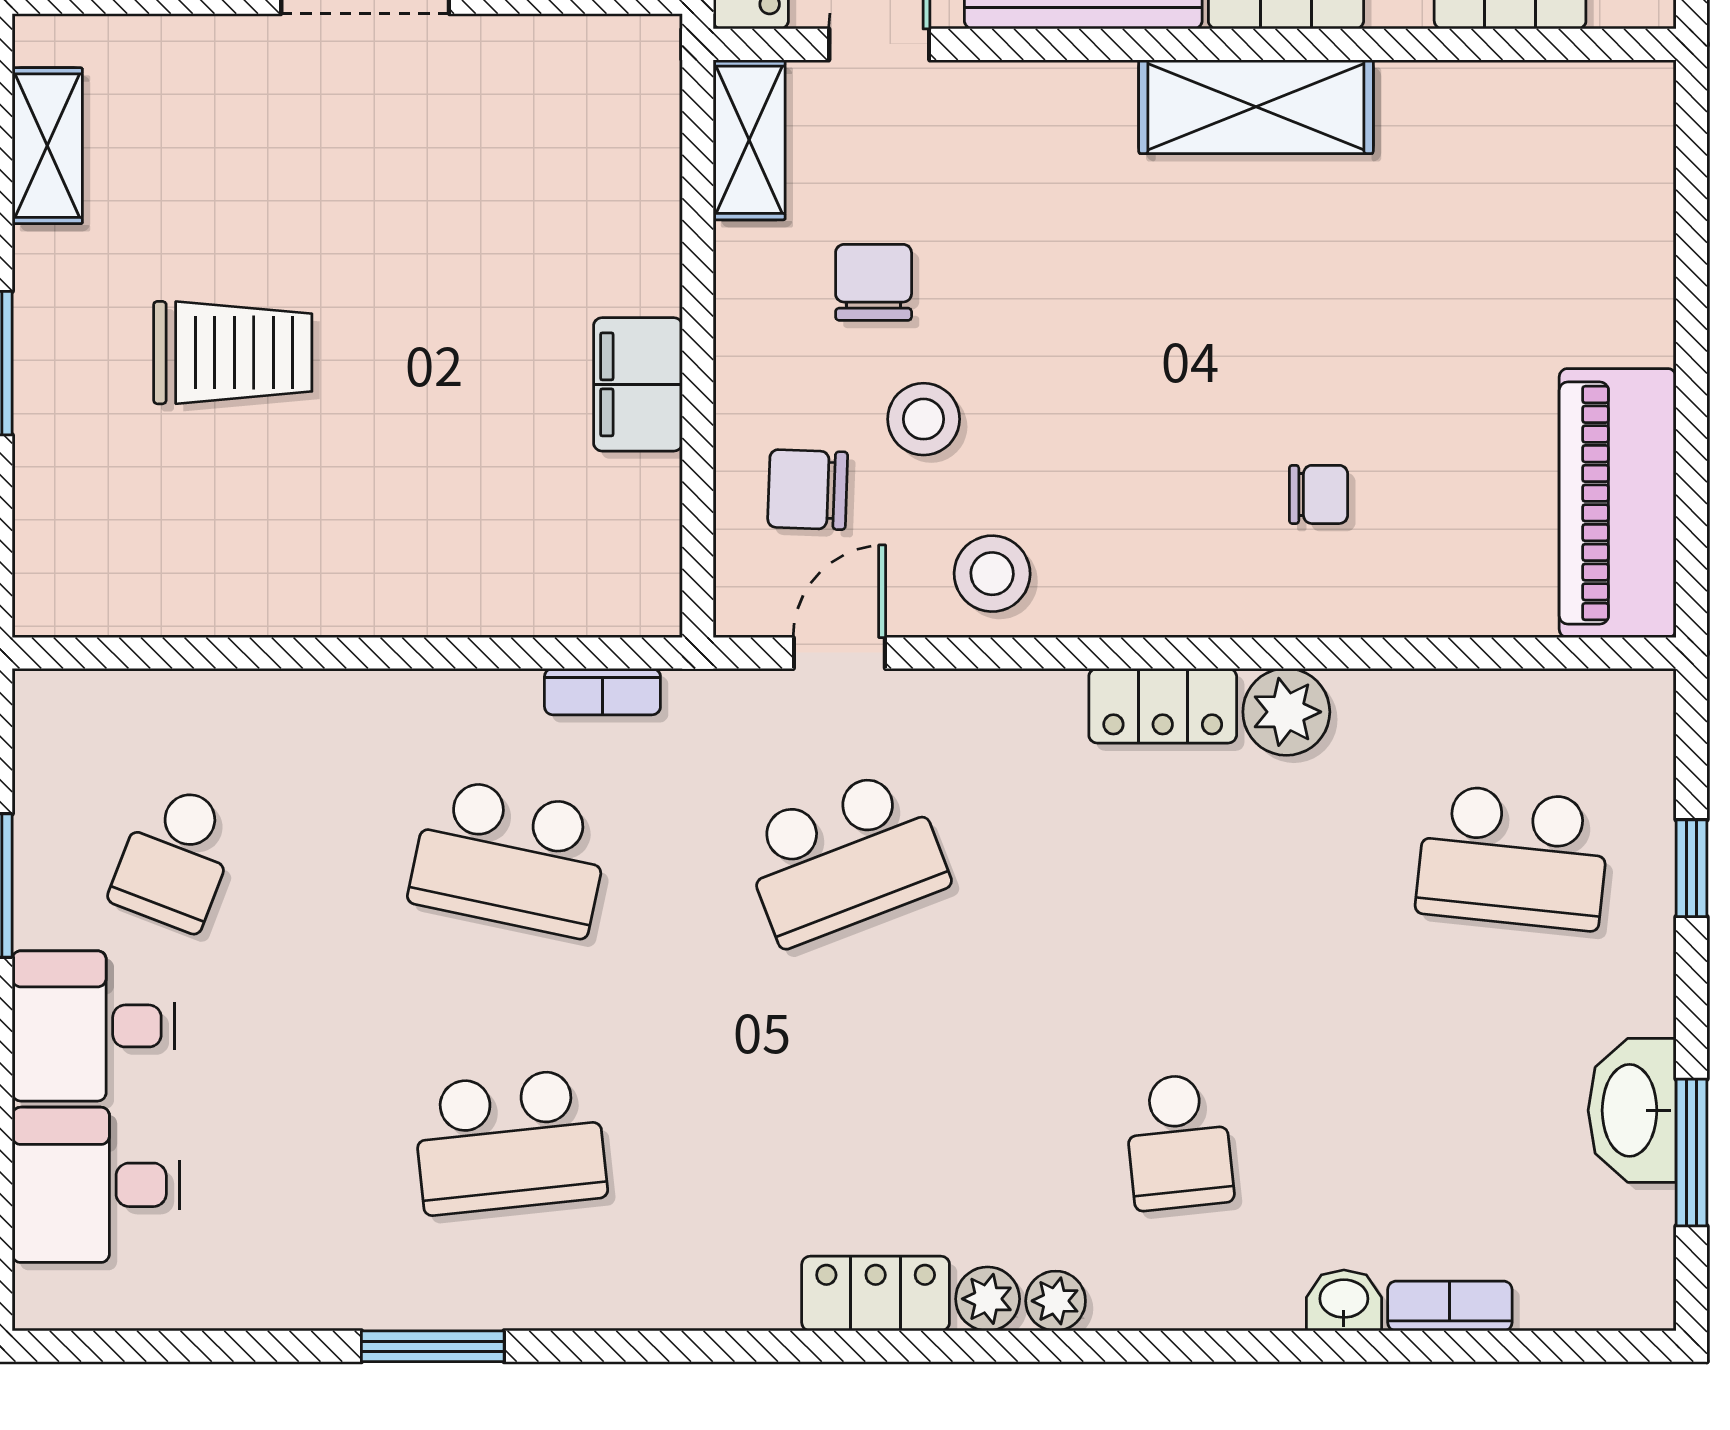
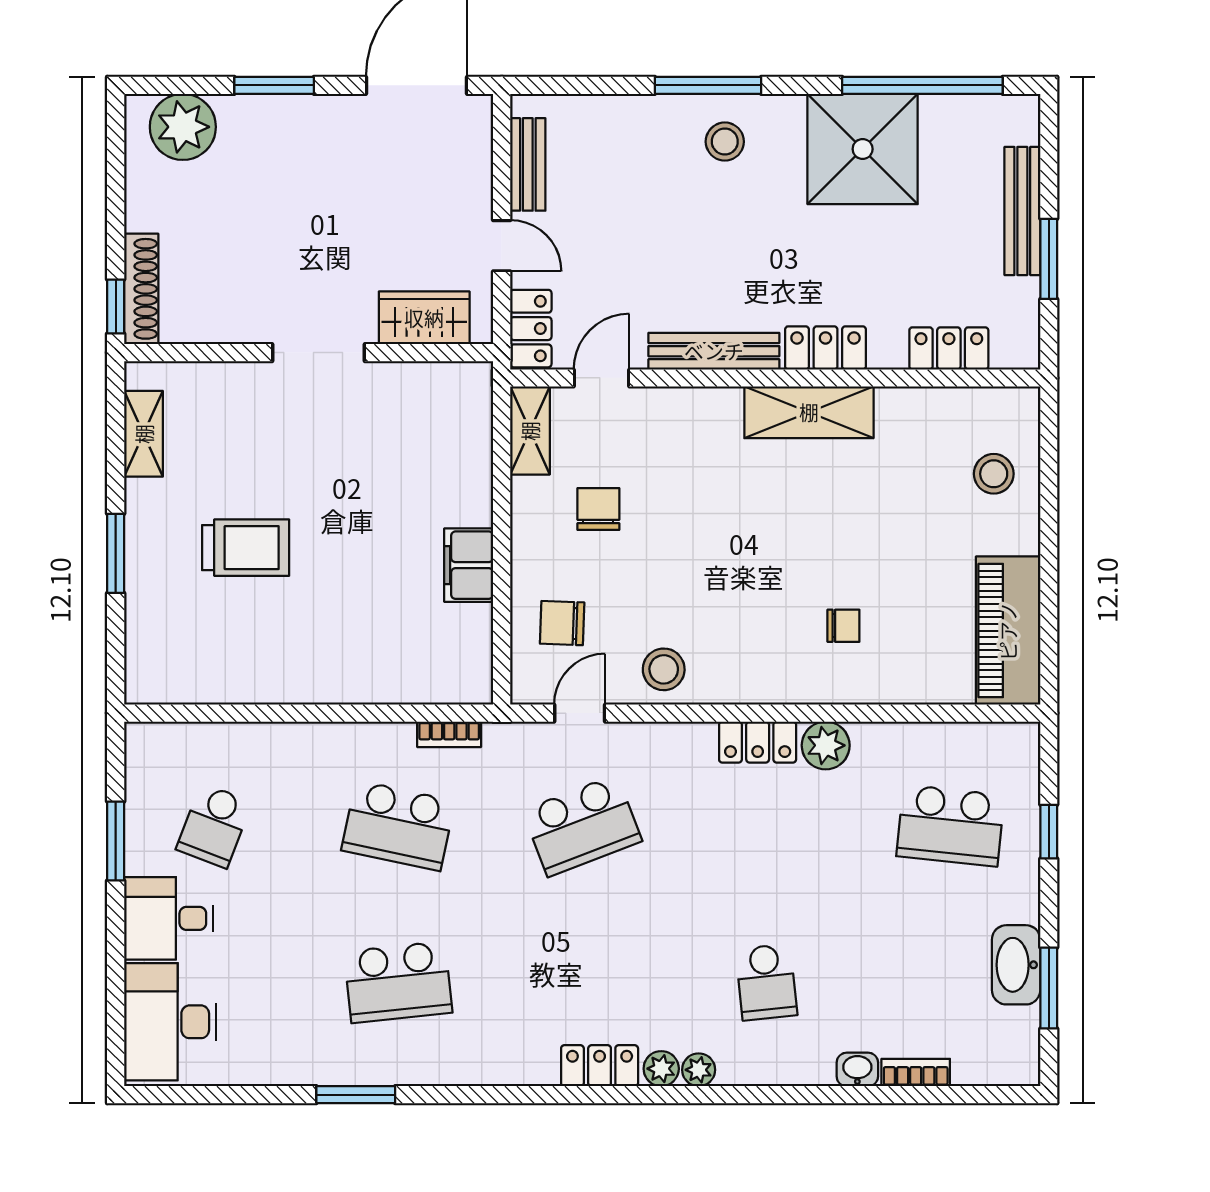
stool: (924, 419) -> (994, 474), moved
desk: (96, 1185) -> (170, 1022), width x1.37

